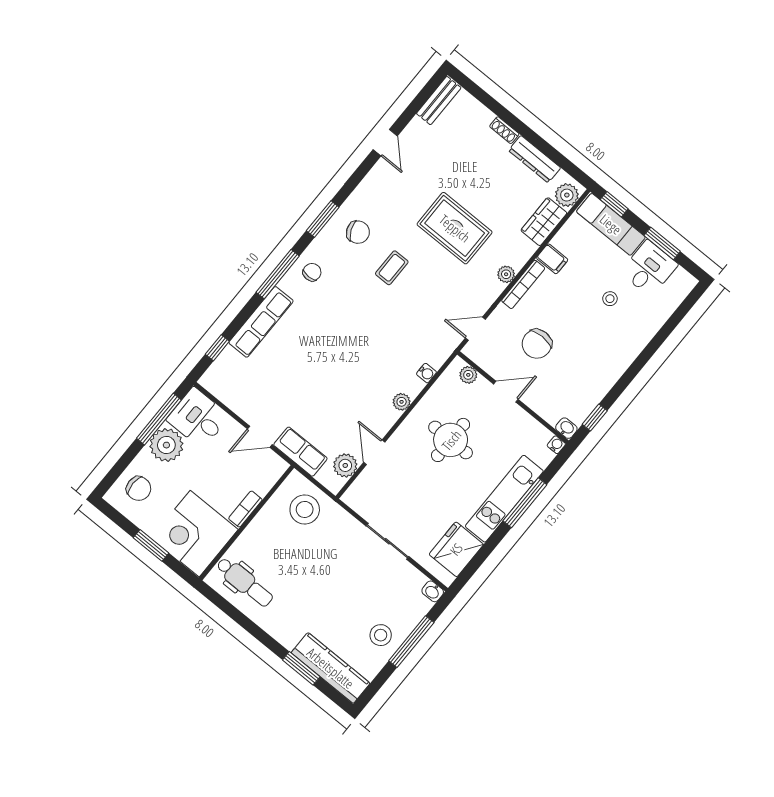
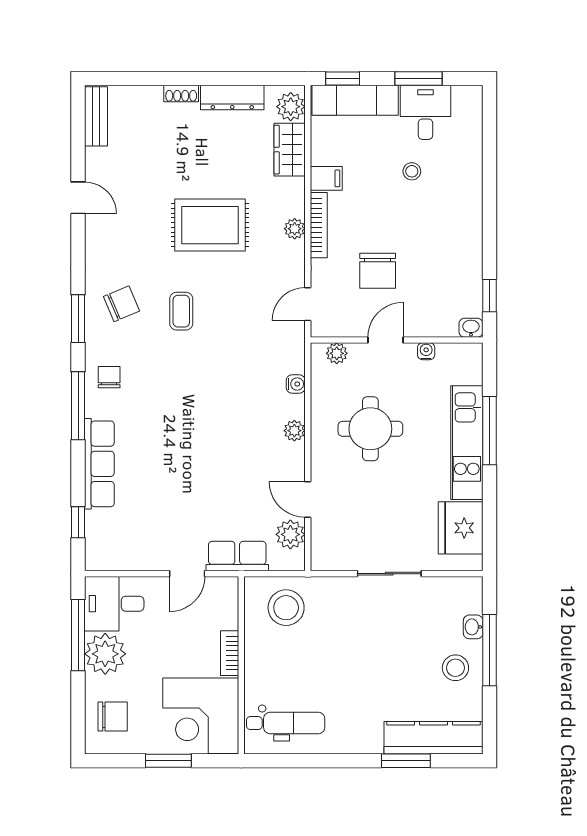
water cooler: (556, 445) -> (426, 351), moved
washbasin: (433, 591) -> (473, 627), moved, turned 90

